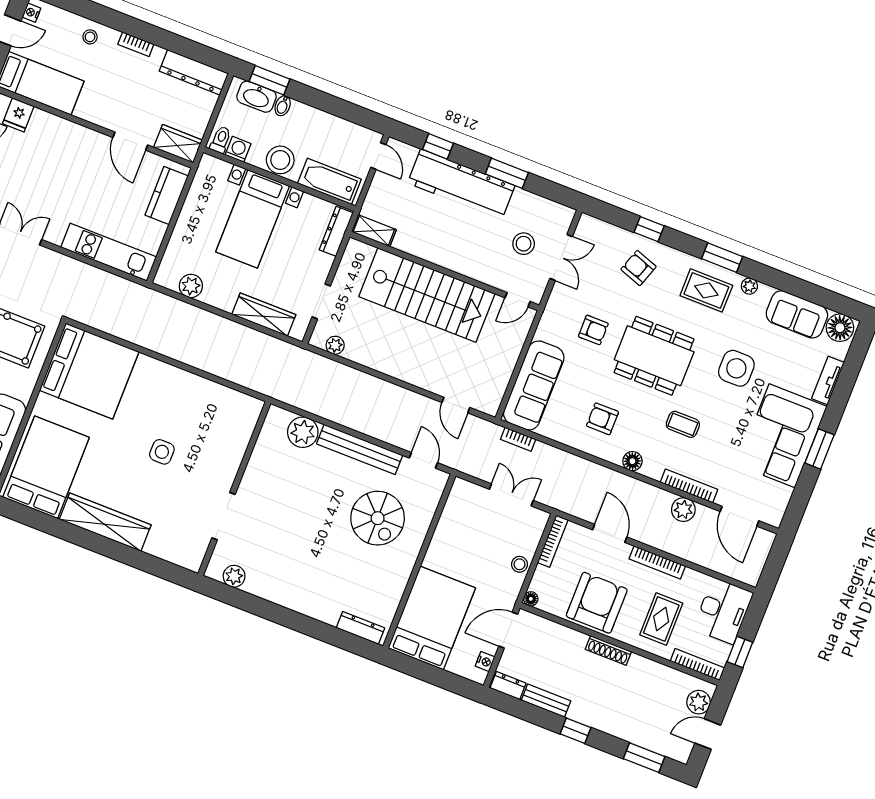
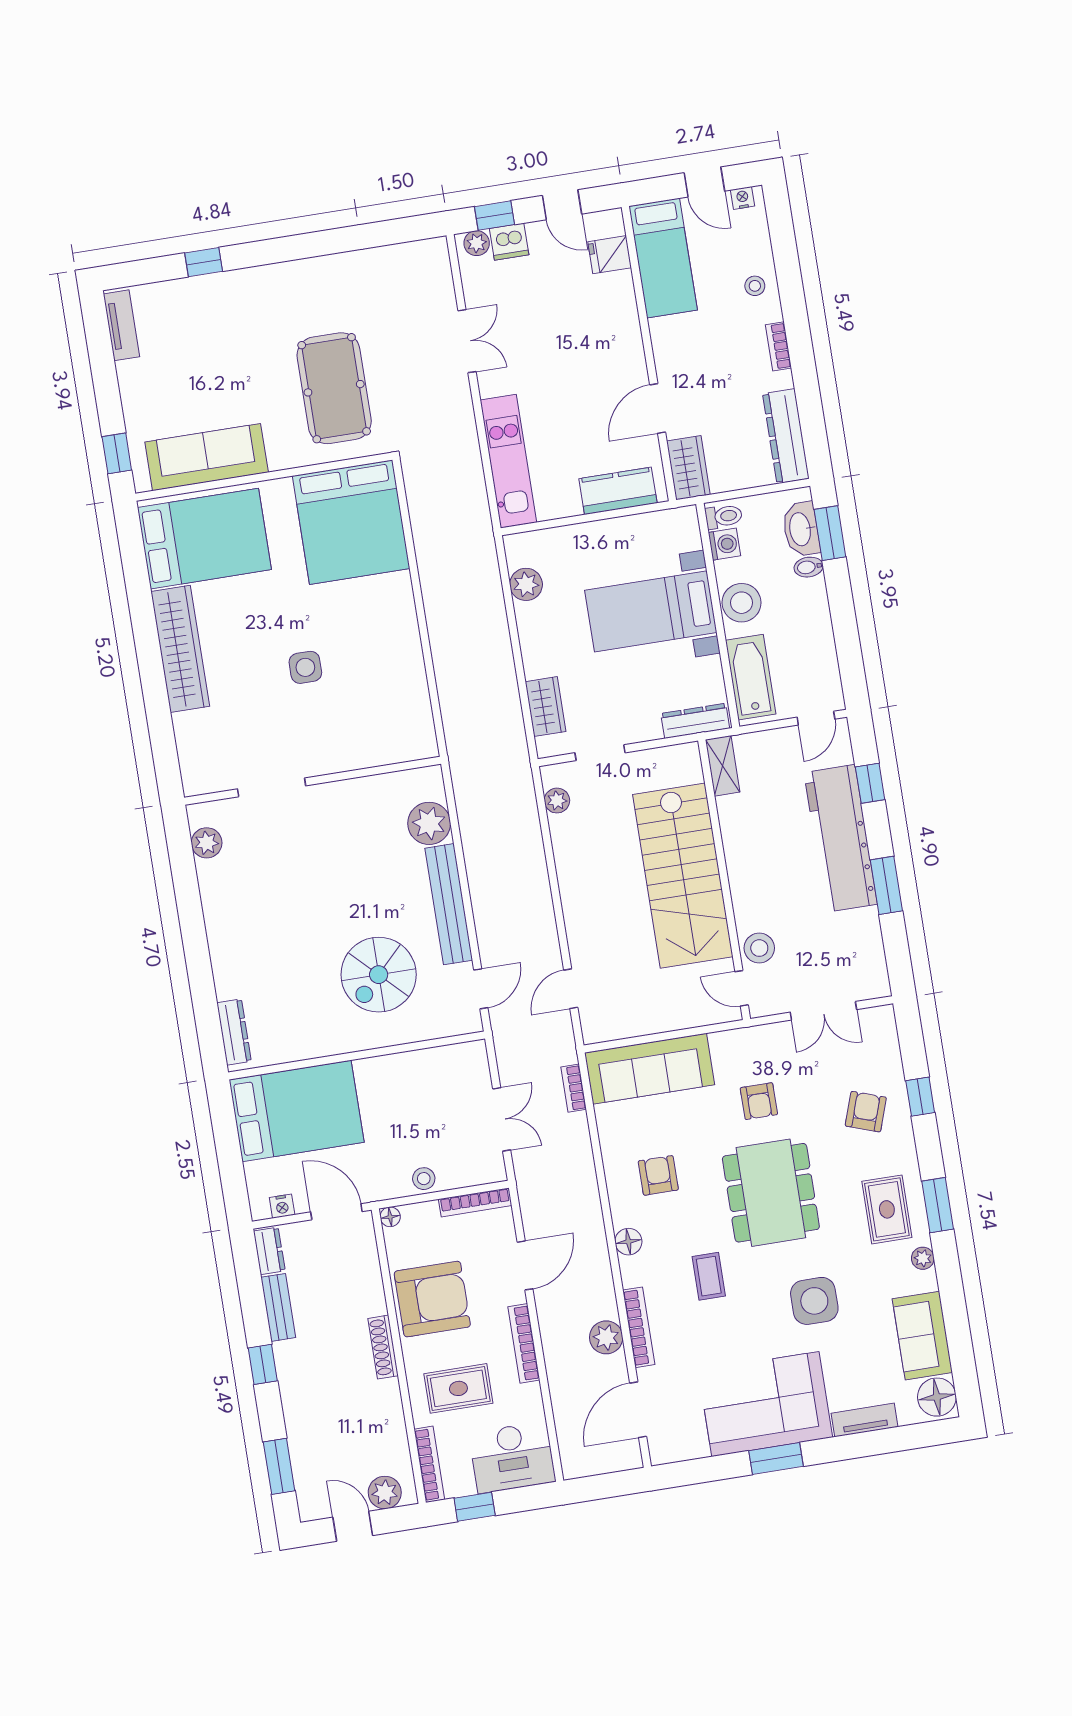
stool: (524, 244) -> (759, 948), moved
wardrobe: (264, 315) -> (546, 707), width x0.67

